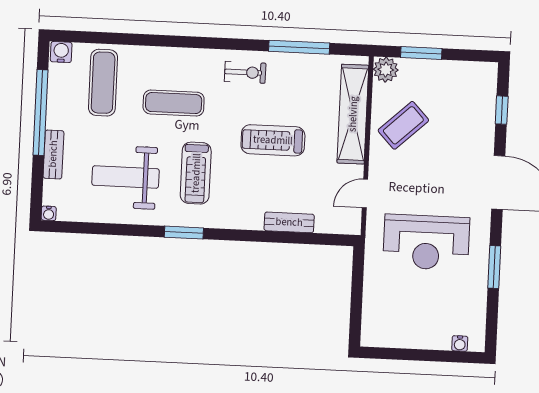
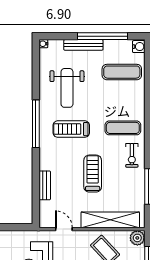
exercise mat: (174, 103) -> (123, 128), moved, turned 90
bench: (53, 154) -> (83, 45), width x1.36
weight bench: (126, 177) -> (67, 88), turned 180
window: (184, 233) -> (36, 124), width x2.11

